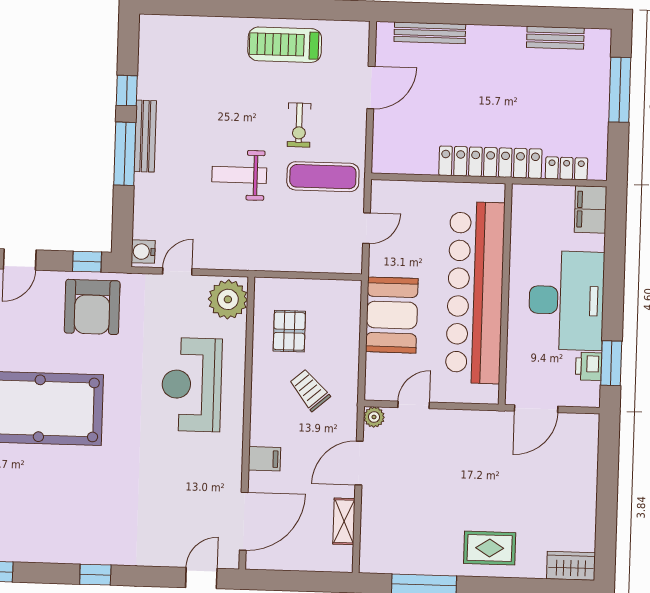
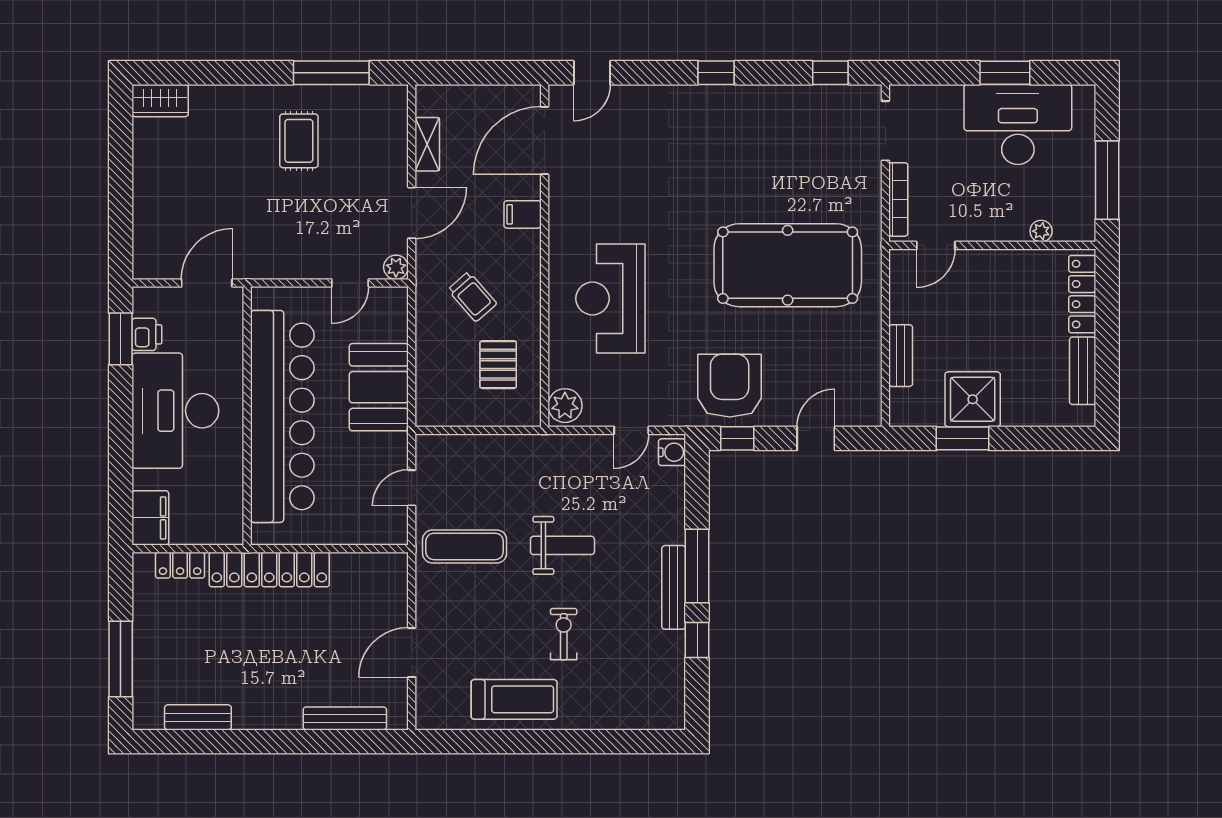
exercise bike: (299, 125) -> (564, 634), moved
plant: (228, 299) -> (565, 406), width x0.73, depth x0.73
reception desk: (192, 385) -> (610, 299), turned 180
rug: (490, 548) -> (299, 141), moved, turned 90

